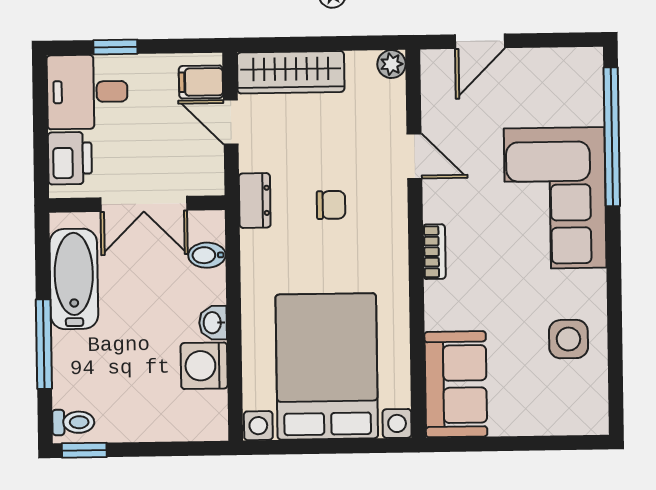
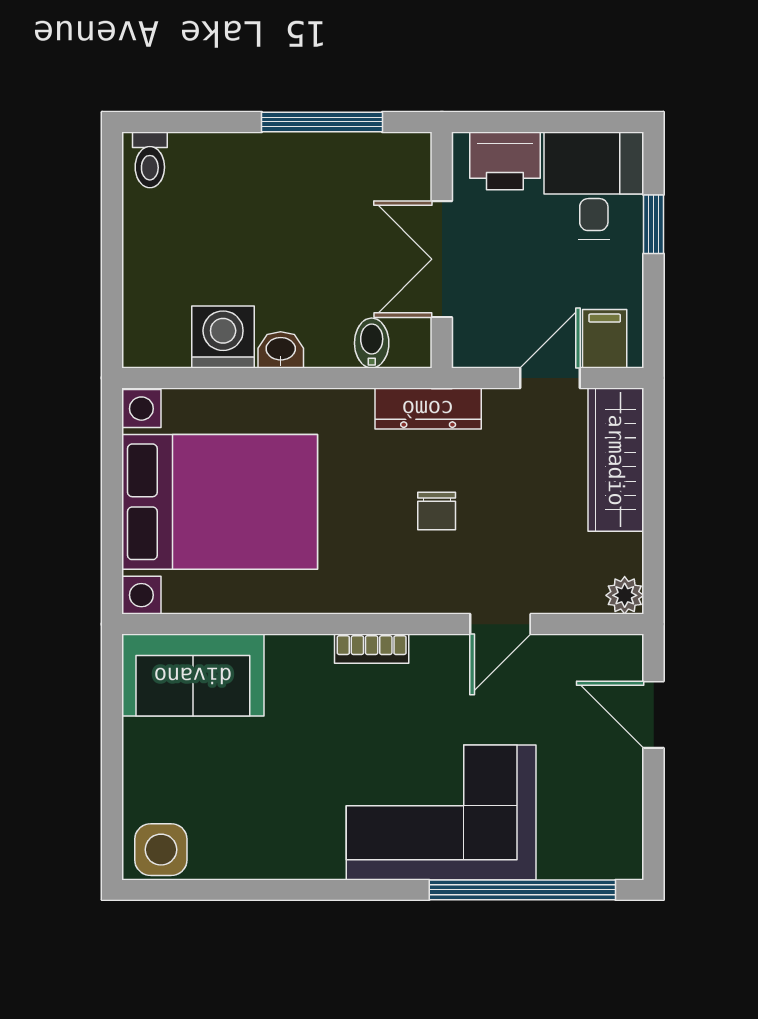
dresser: (255, 200) -> (428, 408), width x1.44
bathtub: (74, 279) -> (343, 164), removed
side table: (568, 339) -> (161, 850), moved
window: (44, 344) -> (322, 122), moved
window: (84, 450) -> (112, 174), removed

